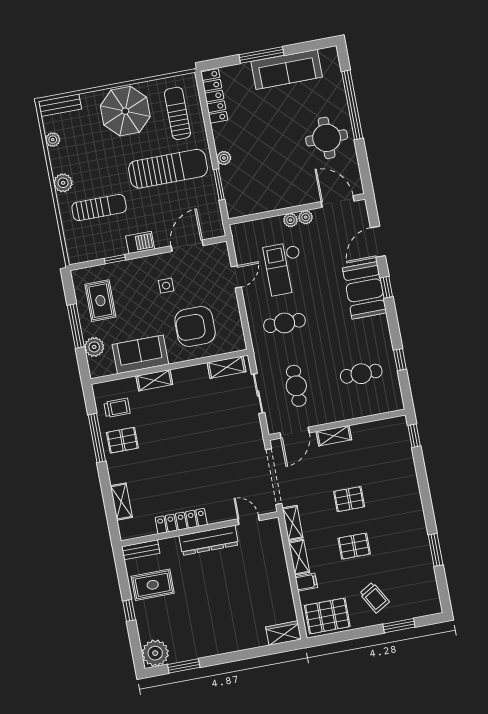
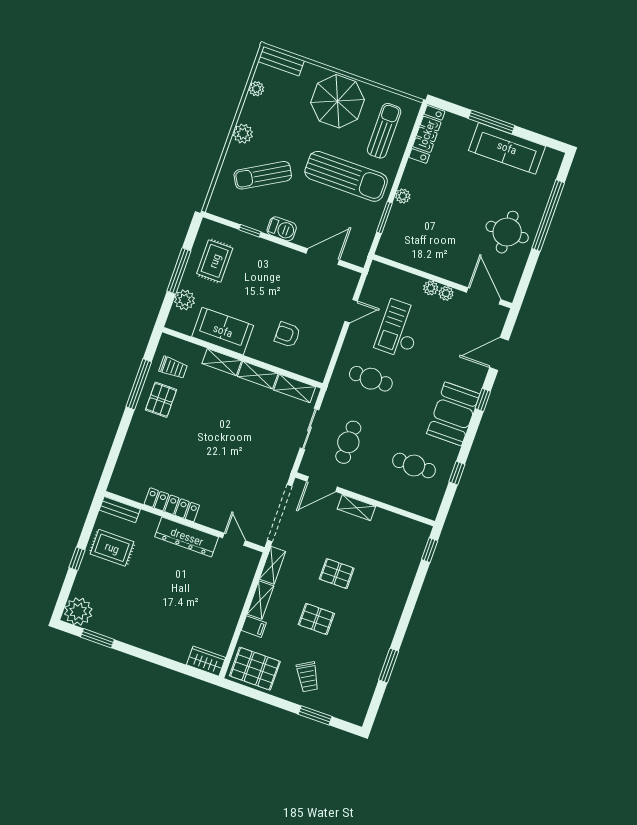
sun lounger: (99, 208) -> (263, 175), turned 150
side table: (166, 286) -> (283, 282), removed
booth: (365, 290) -> (453, 414), moved
armchair: (195, 327) -> (287, 335), width x0.53, depth x0.53
pallet: (122, 440) -> (161, 400), turned 90
shelving: (121, 502) -> (258, 375), moved, turned 90

